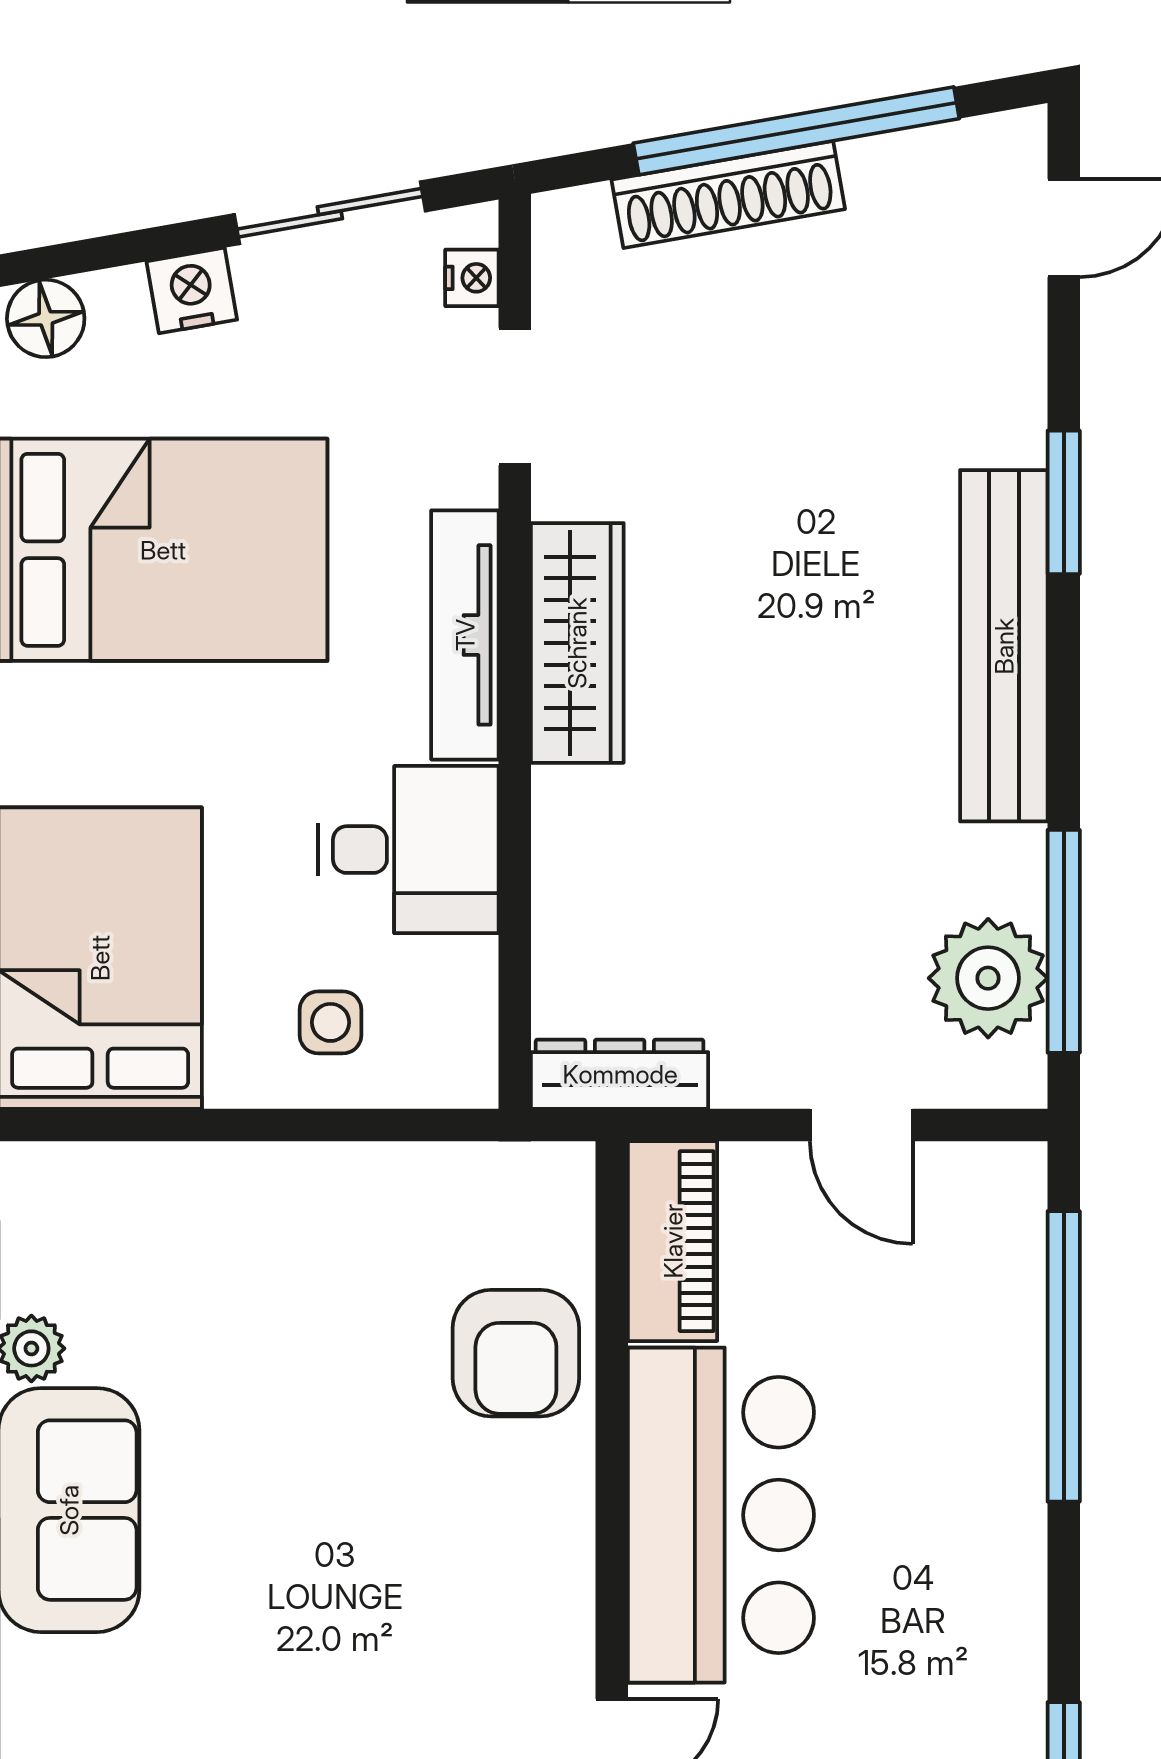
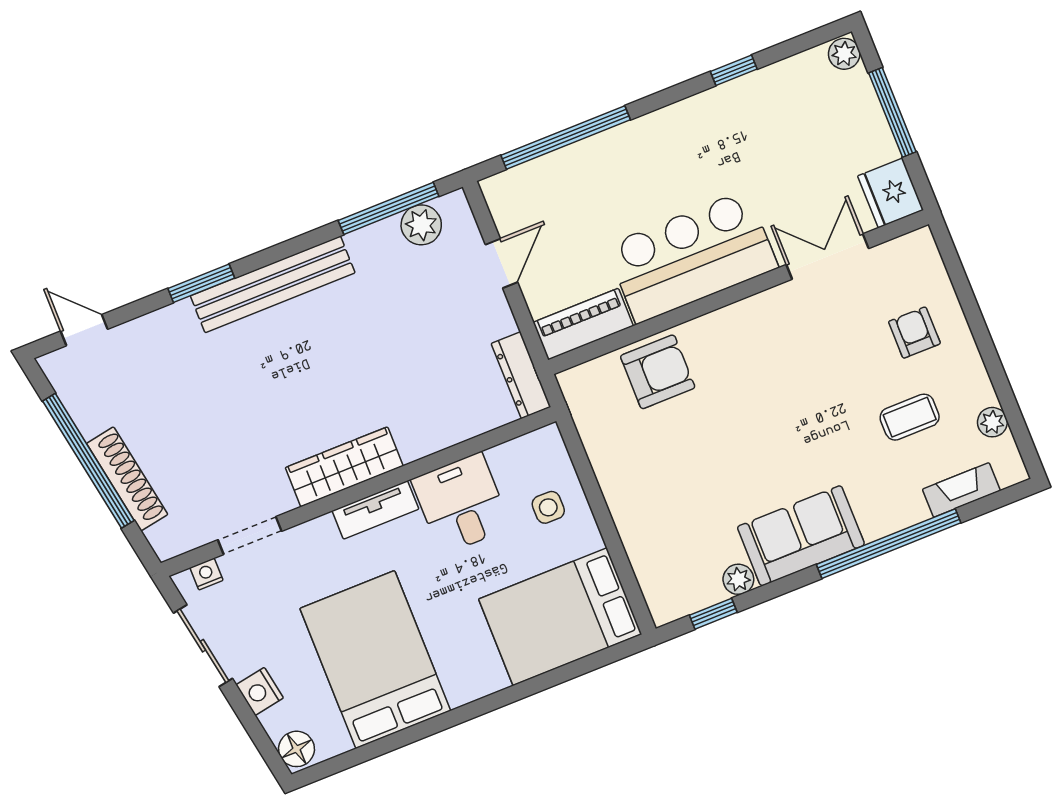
tv unit: (465, 635) -> (375, 510), width x0.71
plant: (988, 978) -> (421, 225), width x0.73, depth x0.73

